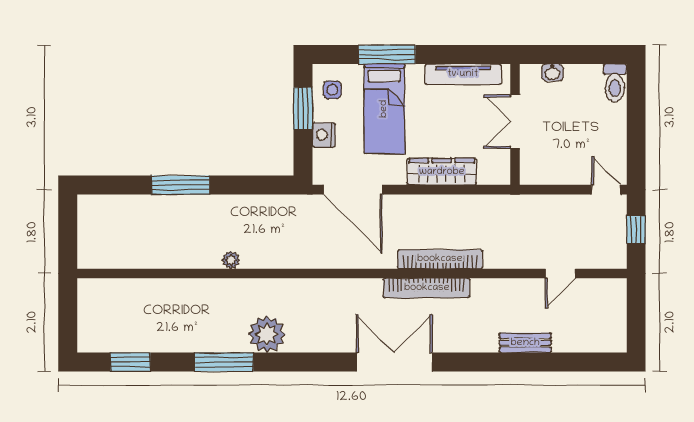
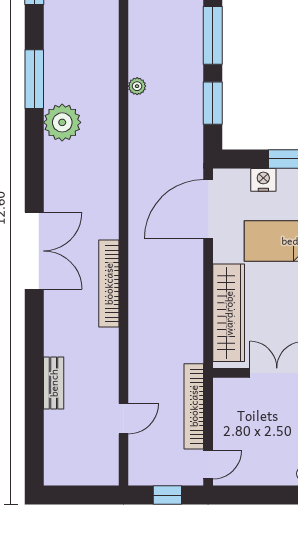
wardrobe: (442, 172) -> (229, 313), width x1.40, depth x1.17
window: (248, 185) -> (213, 103), added
bookcase: (440, 259) -> (194, 406), moved, turned 180
door: (560, 273) -> (124, 419), swing flipped

